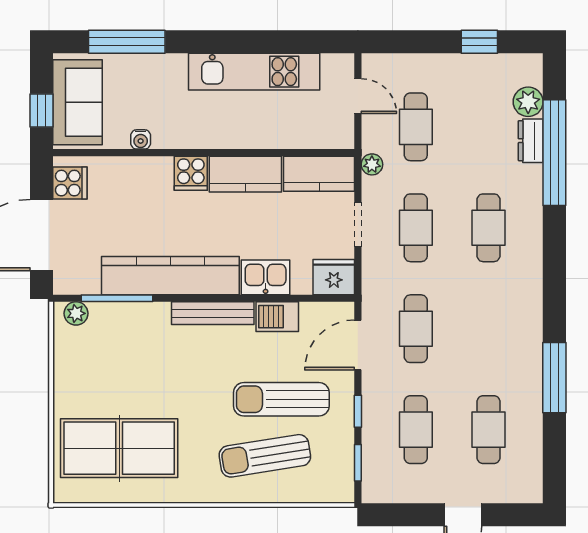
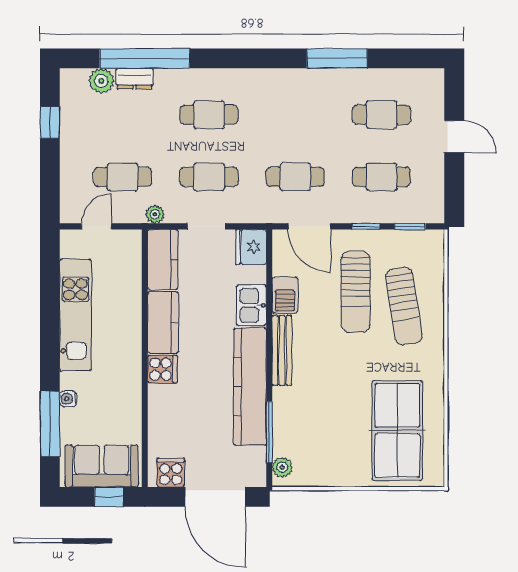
water cooler: (141, 139) -> (68, 399), moved, turned 180

